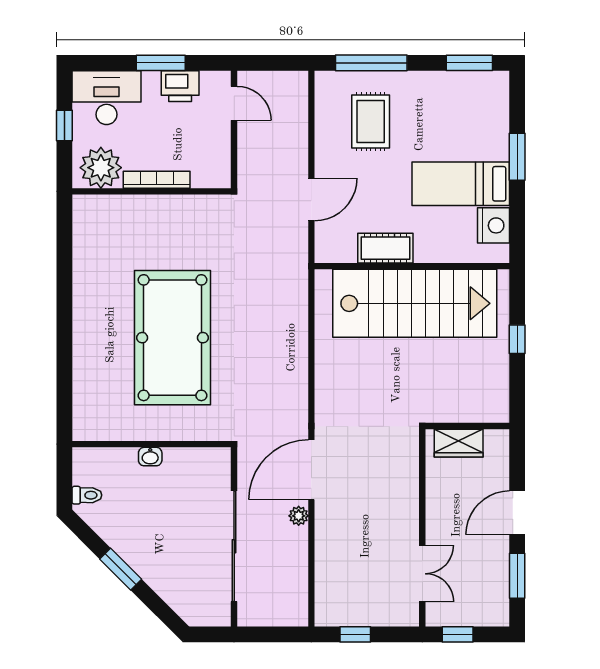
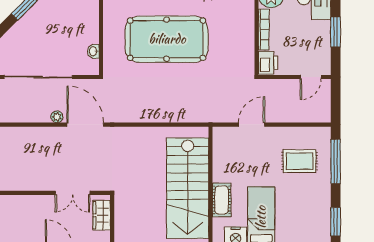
printer: (180, 86) -> (268, 63), moved, turned 180
door: (311, 199) -> (252, 125), swing flipped
cot: (385, 248) -> (222, 200), moved
washbasin: (150, 457) -> (93, 51), moved
double door: (422, 574) -> (73, 193), moved

